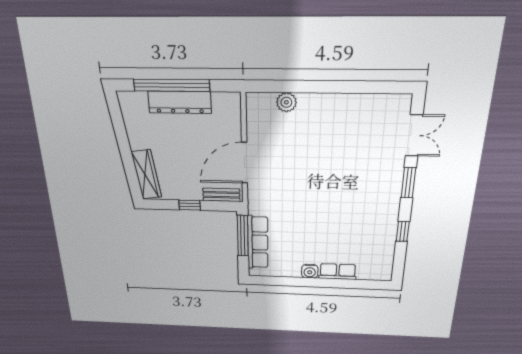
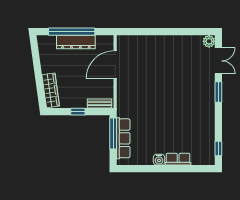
plant: (286, 102) -> (209, 41), moved
door: (244, 163) -> (115, 65), moved
window: (403, 231) -> (218, 149), moved

